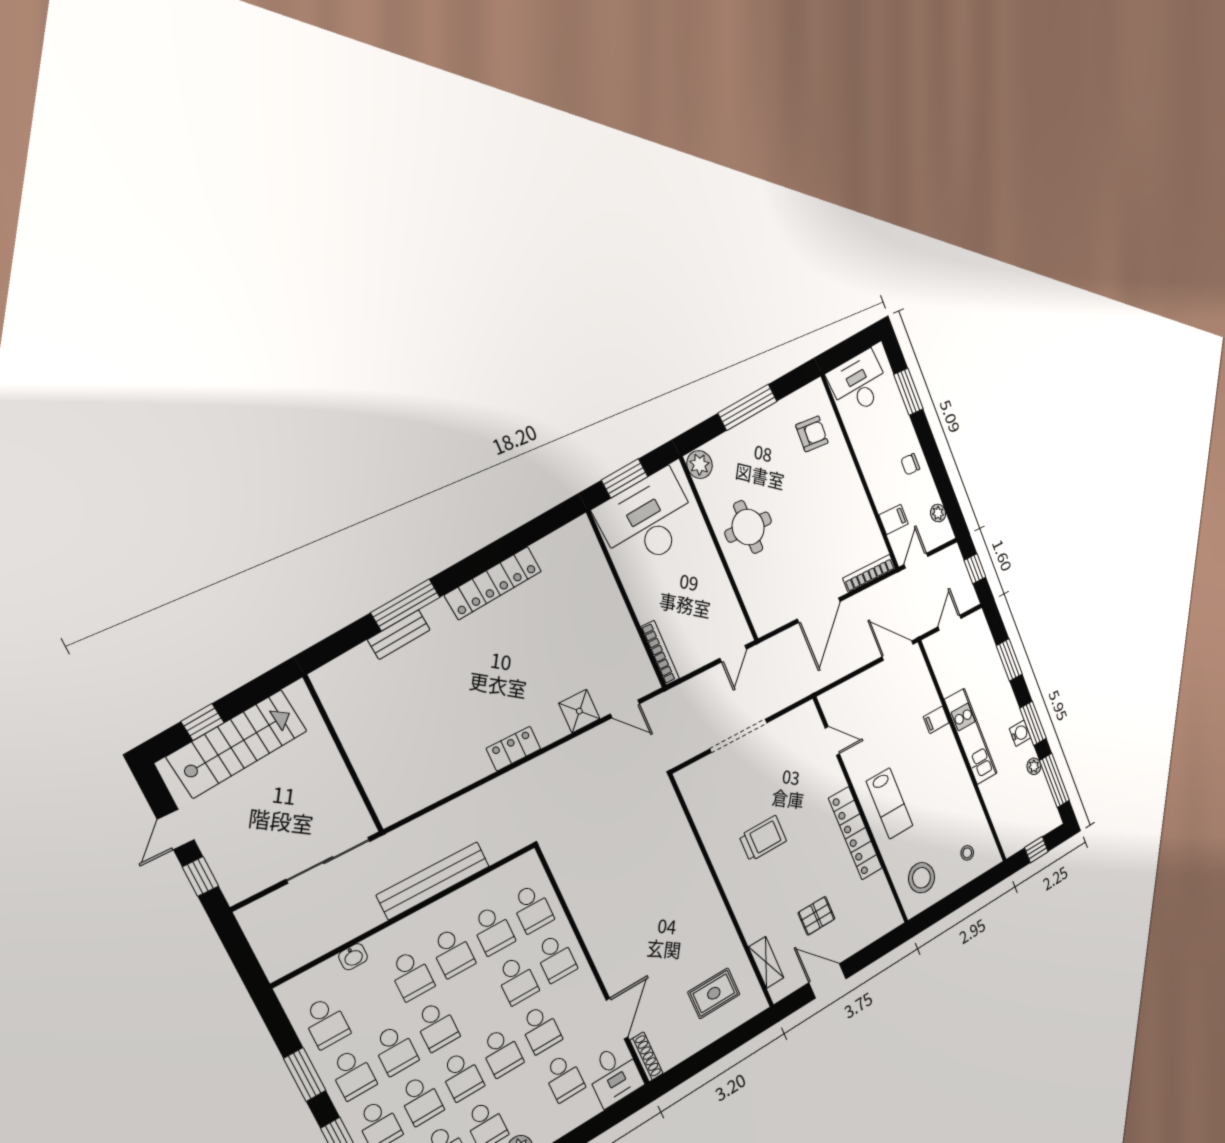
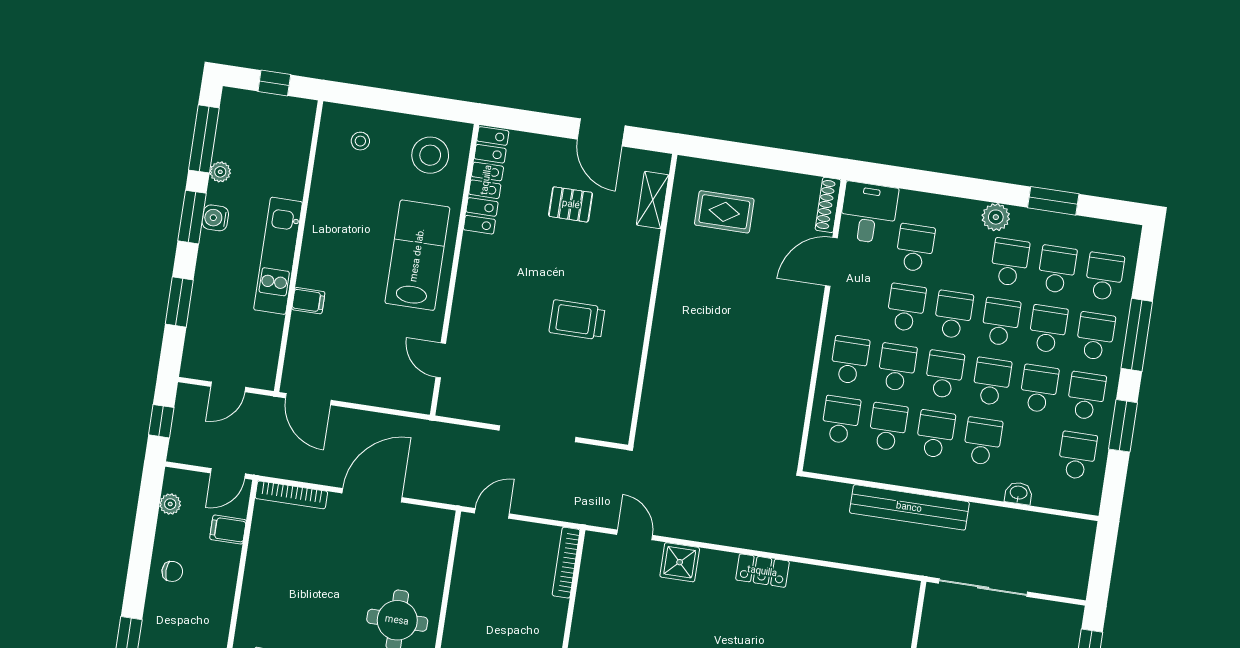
lab bench: (890, 803) -> (417, 255), width x1.36, depth x1.39
locker: (855, 833) -> (486, 180), moved
school desk: (477, 1003) -> (944, 374), added

